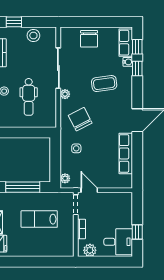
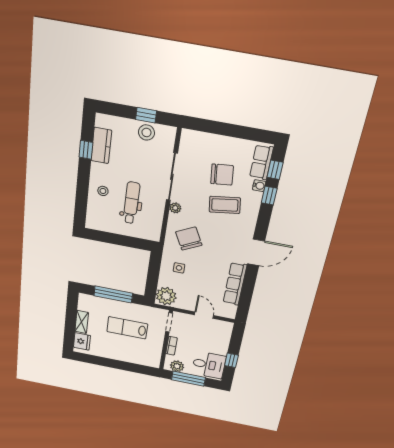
window: (14, 22) -> (146, 115), moved
chair: (89, 39) -> (222, 175), moved, turned -96
dental chair: (29, 97) -> (131, 203), turned 180
plant: (65, 178) -> (166, 296), width x1.87, depth x1.87
door: (89, 190) -> (204, 315), moved
window: (102, 262) -> (188, 379), added

